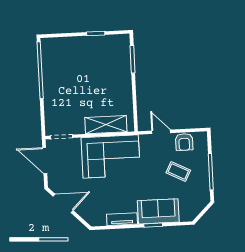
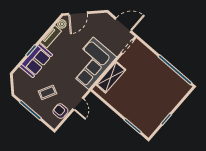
door: (161, 132) -> (78, 104), hinge flipped
door: (63, 203) -> (78, 13), moved
plant: (100, 220) -> (62, 24), added

